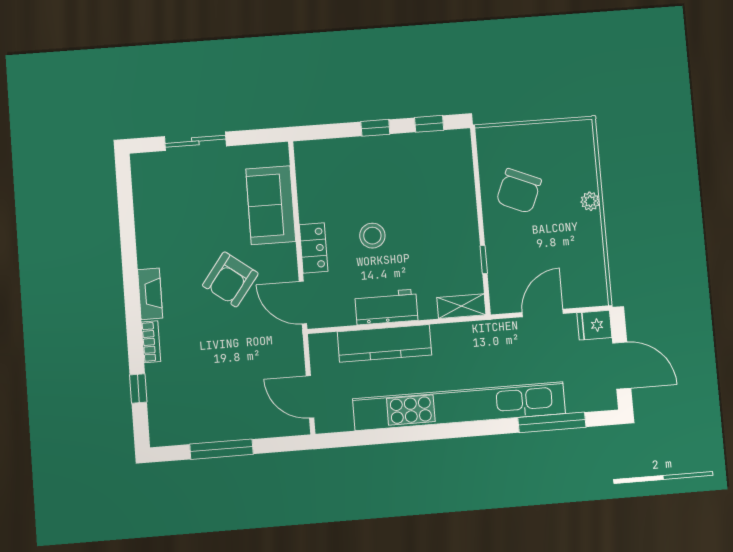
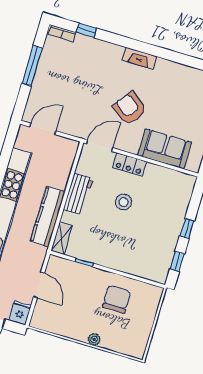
chair: (519, 191) -> (117, 299), turned 67
bookcase: (151, 342) -> (62, 33), moved
kitchen counter: (385, 343) -> (48, 217), moved

